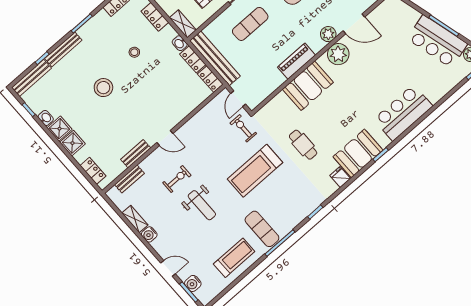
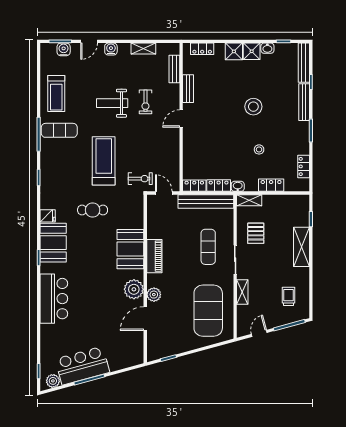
water cooler: (149, 234) -> (111, 49), moved

